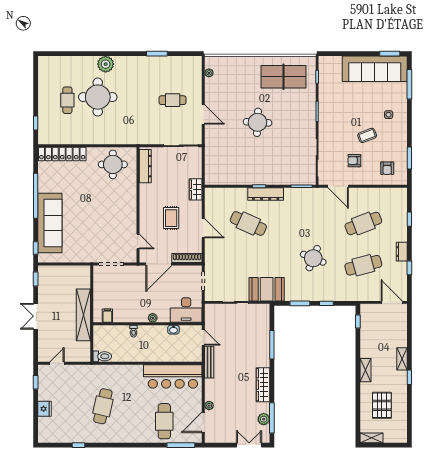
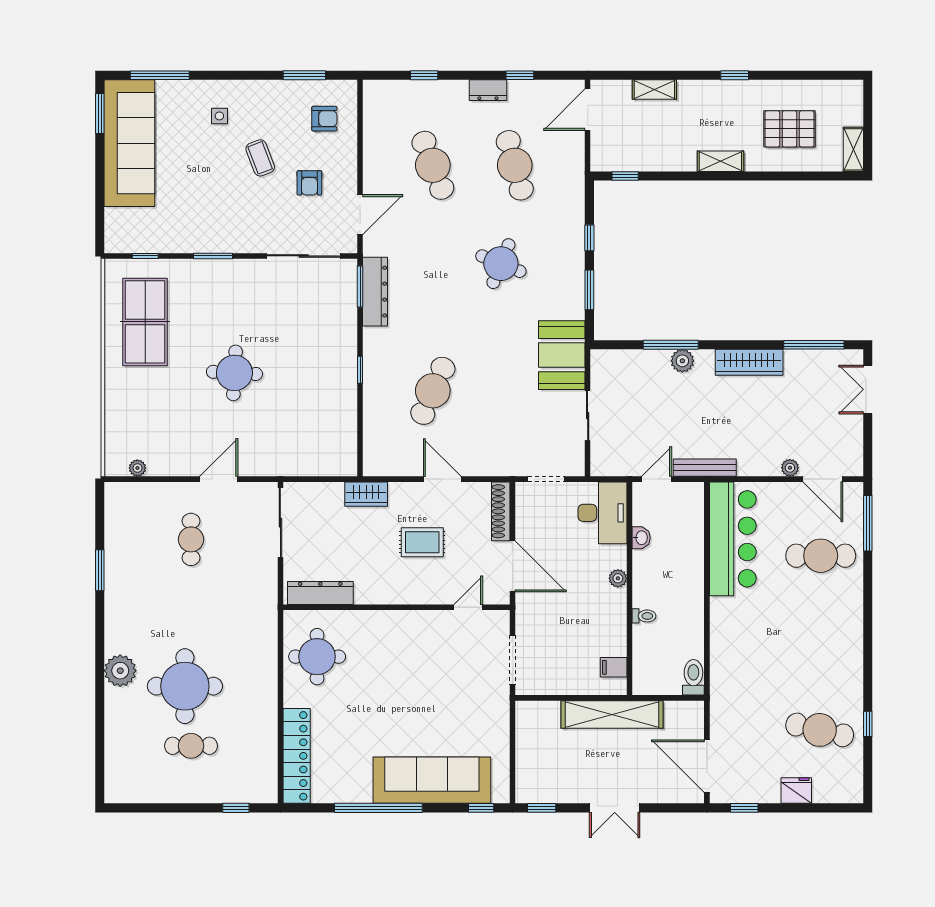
dresser: (266, 194) -> (375, 292), moved
door: (203, 228) -> (442, 479), hinge flipped
shelving: (402, 359) -> (654, 90), moved
door: (57, 363) -> (707, 766), width x1.88
cafe table: (103, 406) -> (820, 730), moved
plant: (264, 419) -> (682, 361), moved

